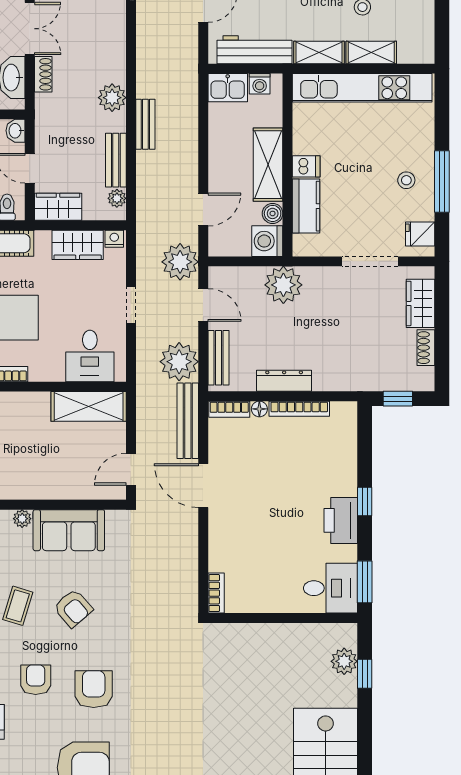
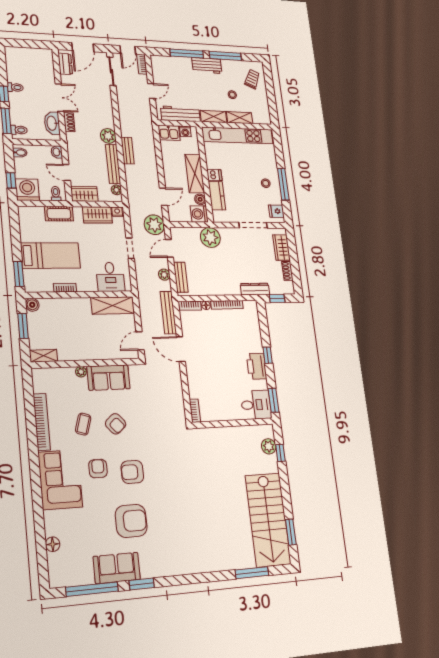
bench: (116, 160) -> (113, 164), width x1.36
door: (203, 305) -> (169, 248), swing flipped
plant: (179, 362) -> (164, 275), width x0.53, depth x0.53
dresser: (284, 381) -> (255, 289), moved
armchair: (94, 689) -> (132, 472), turned -90

